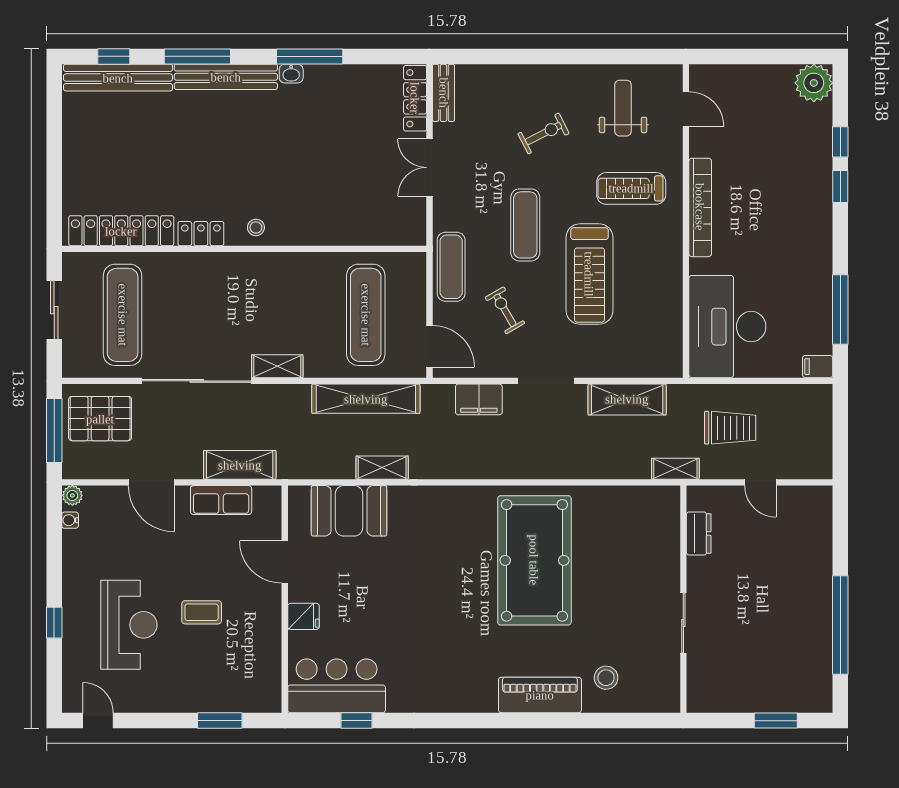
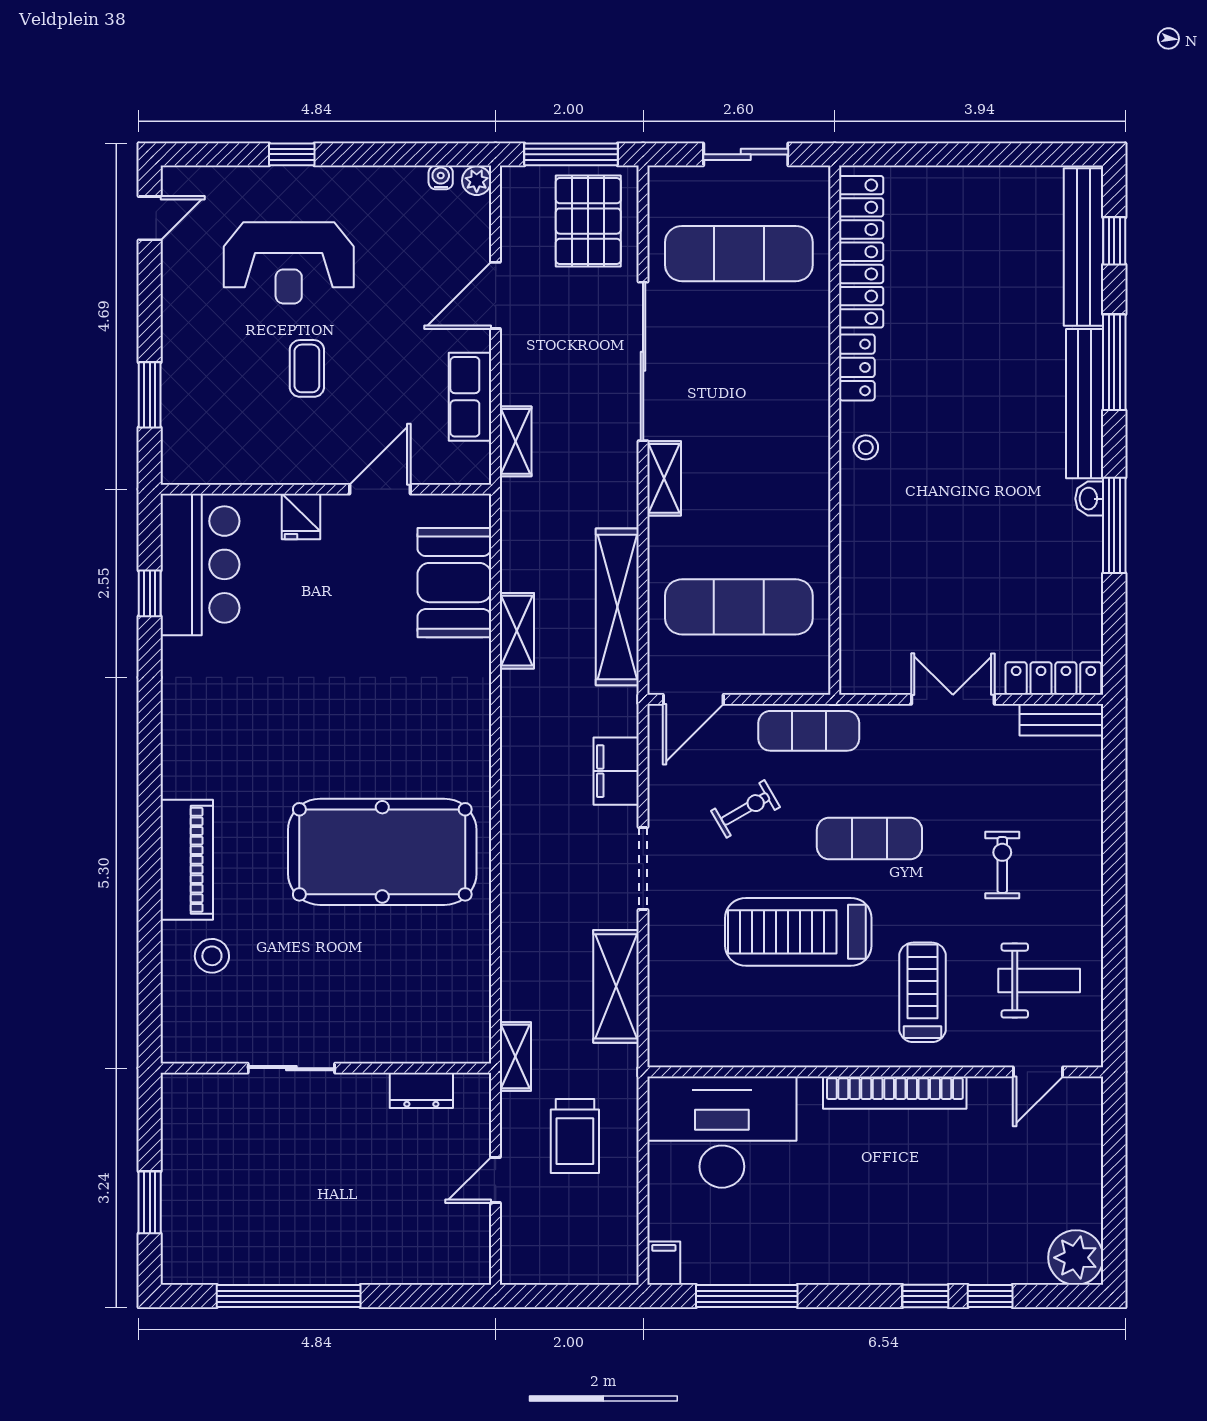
exercise bike: (543, 134) -> (1002, 865), turned -153
shelving: (240, 465) -> (516, 441), width x0.67, depth x0.75

